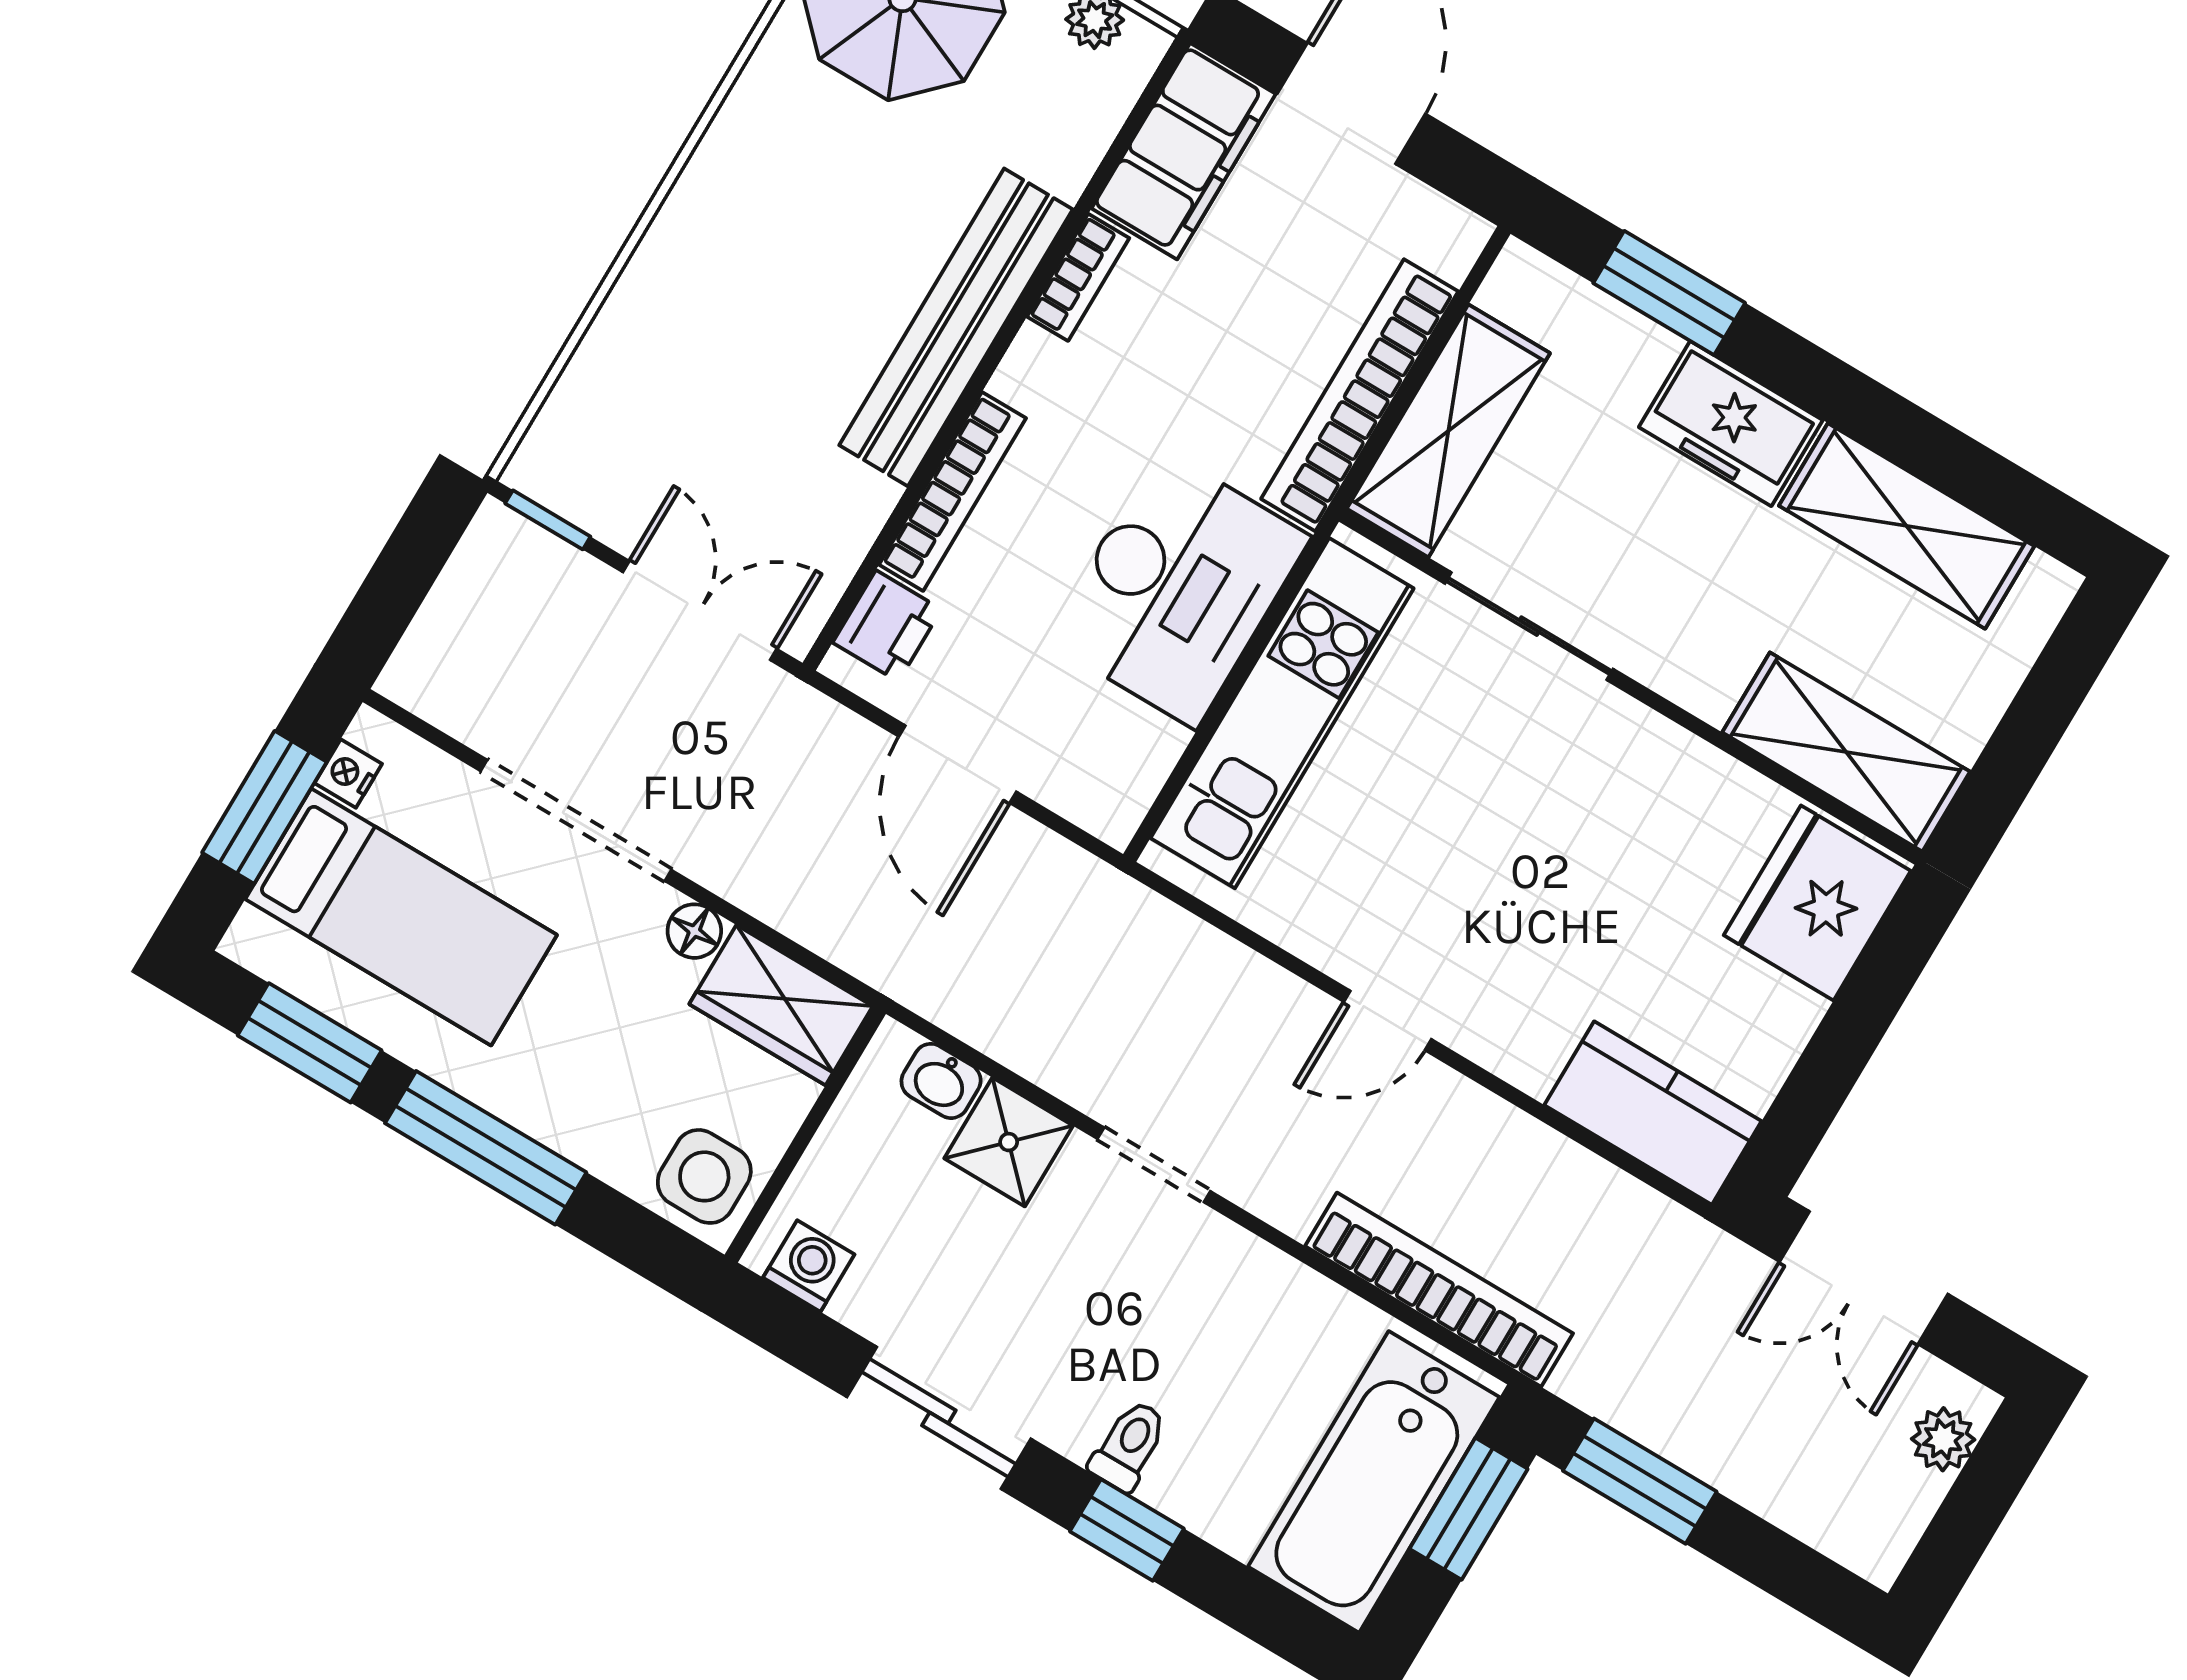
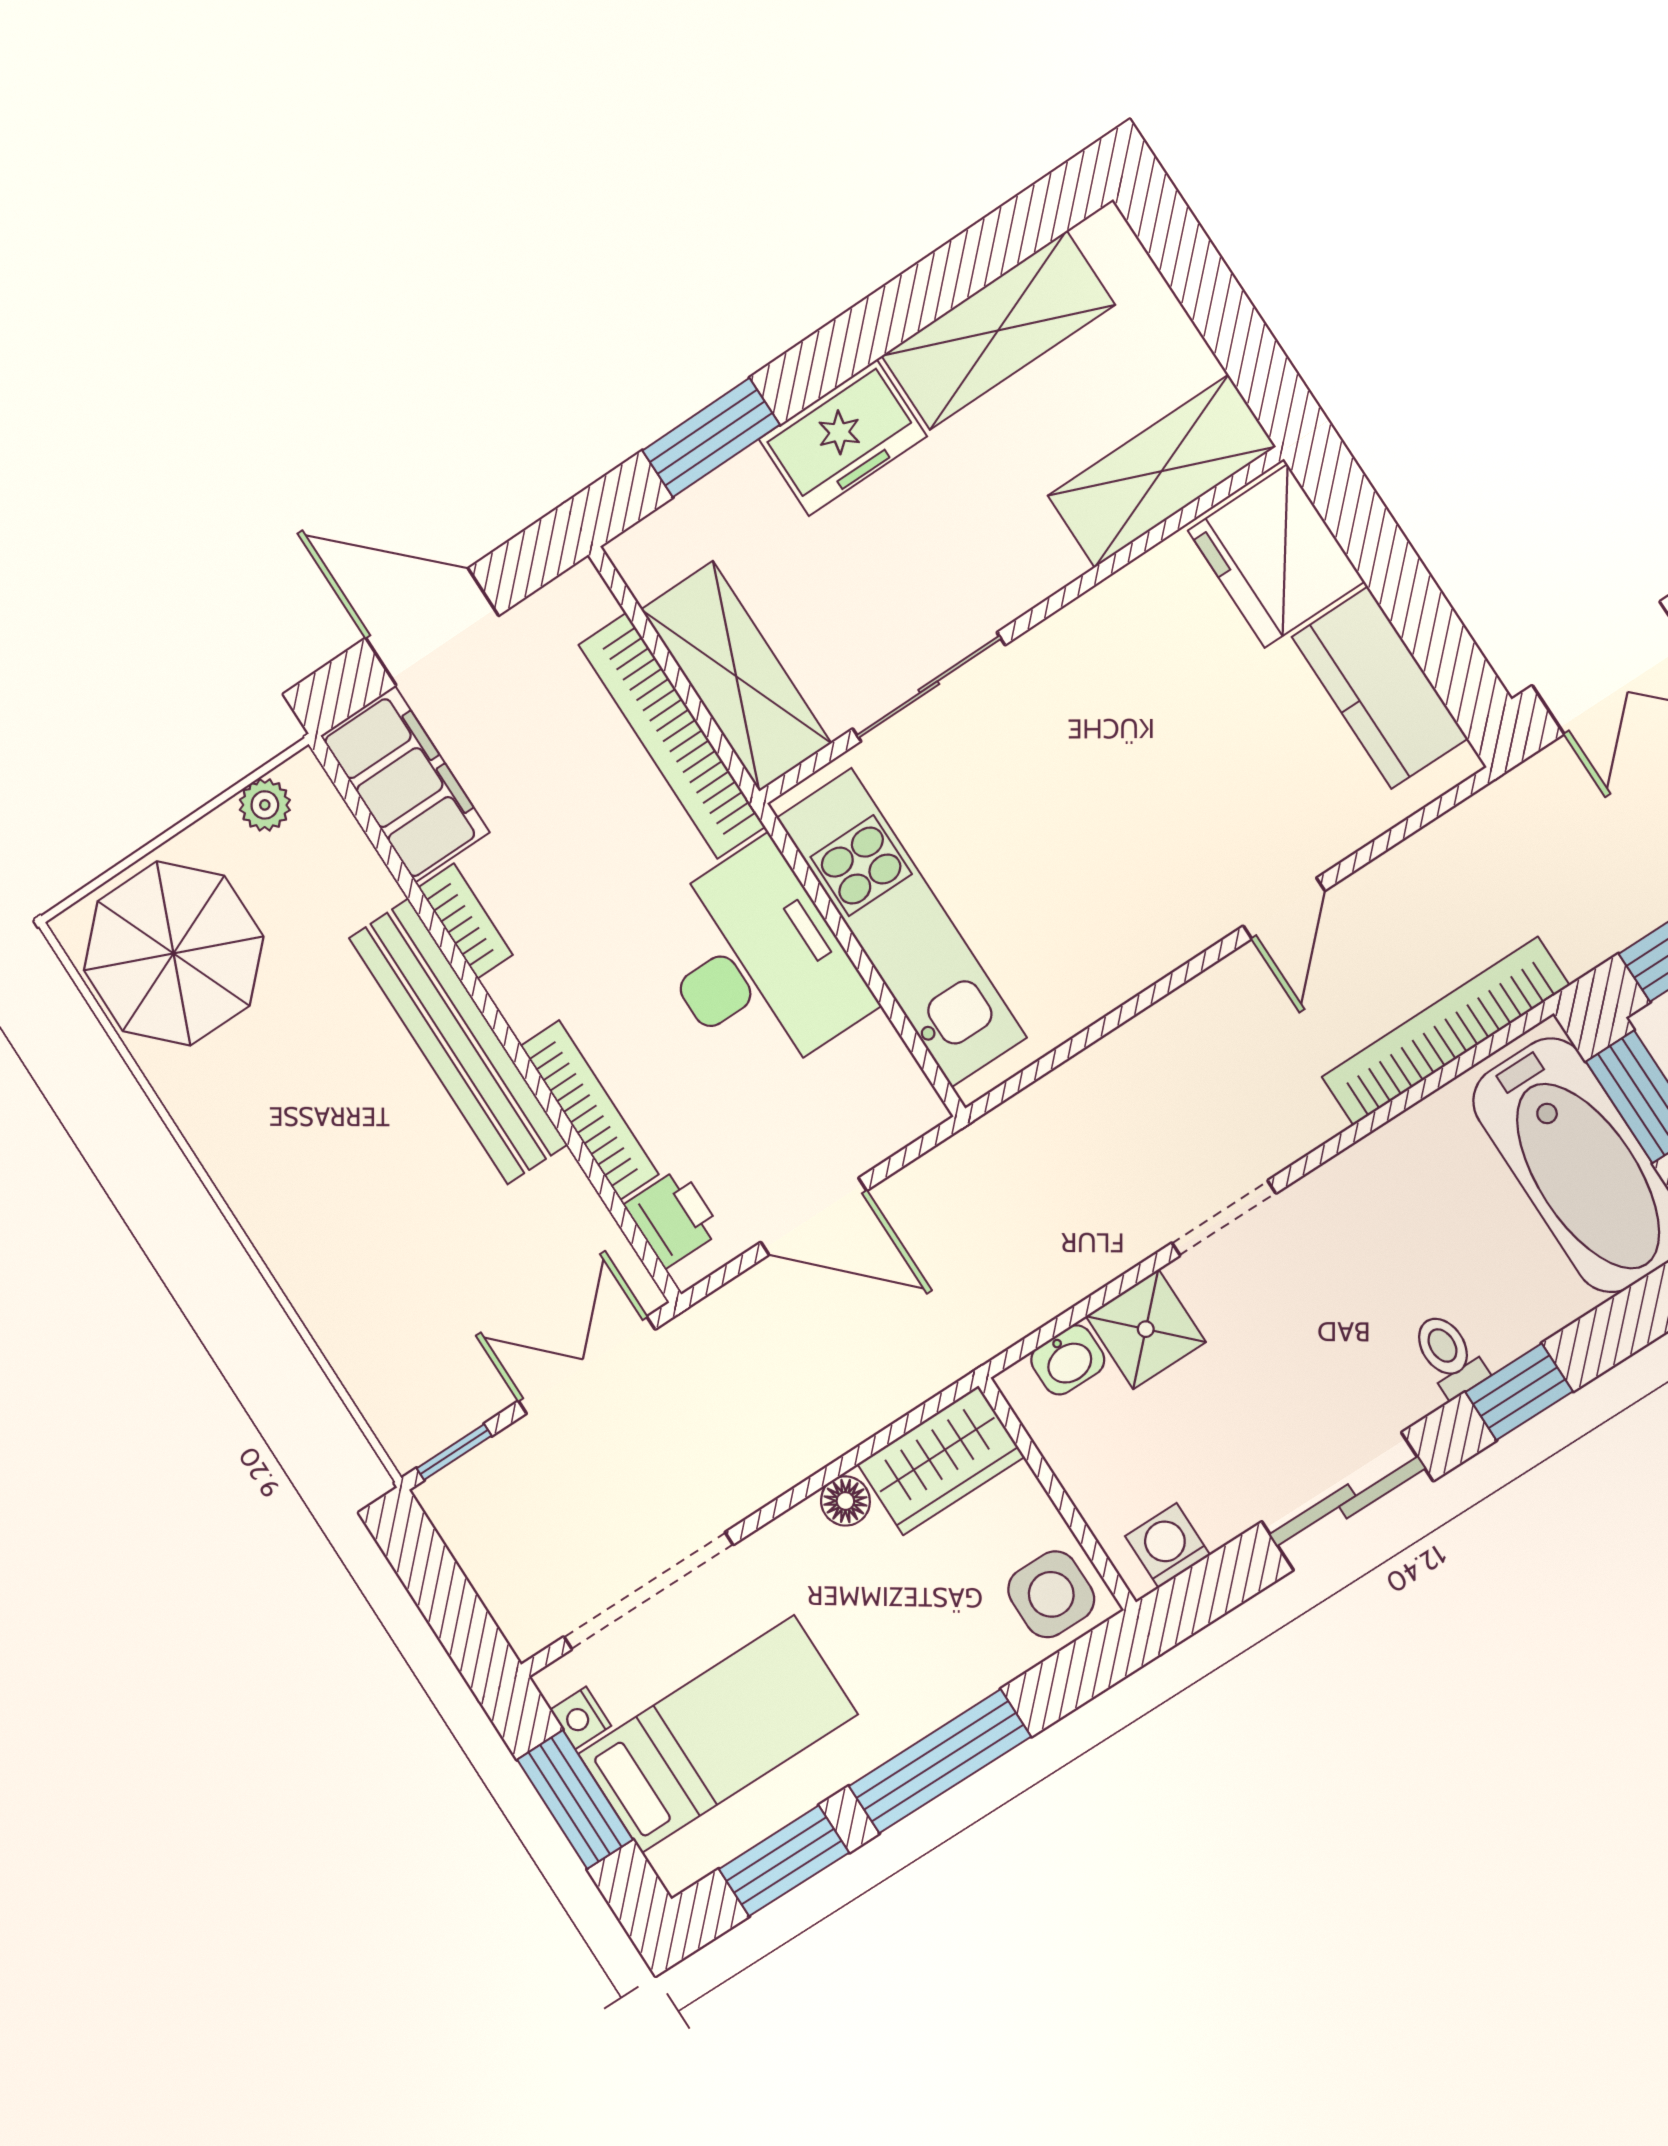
doorway: (576, 820) -> (648, 1591), moved
door: (1388, 1021) -> (1284, 908), moved
kitchen counter: (1653, 1113) -> (1380, 688), moved, turned -90

